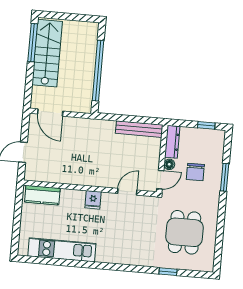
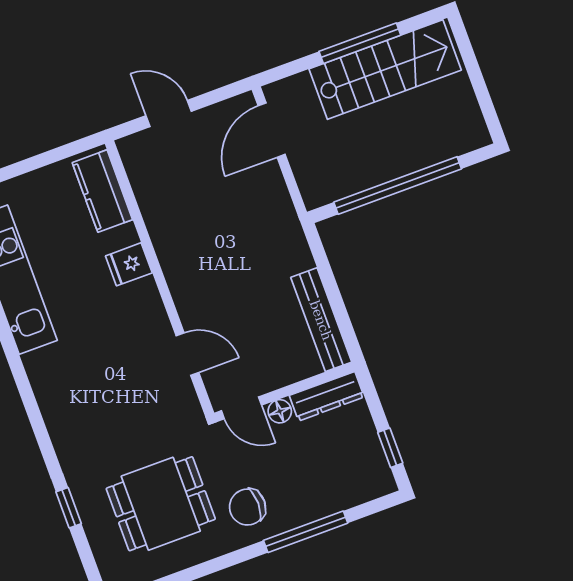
window: (33, 43) -> (360, 43), moved
chair: (195, 172) -> (248, 507), moved
window: (225, 177) -> (306, 532), width x1.44
fridge: (93, 200) -> (129, 264), moved

